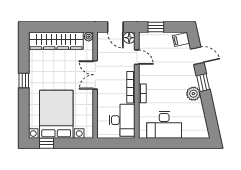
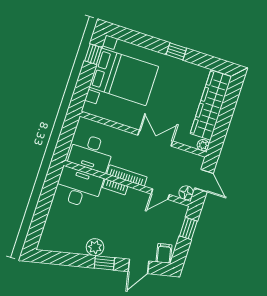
door: (115, 27) -> (204, 181), swing flipped
desk: (164, 125) -> (79, 188), moved, turned 90

